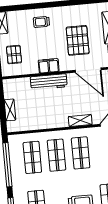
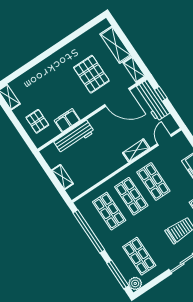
trolley: (41, 22) -> (47, 75), removed
filing cabinet: (49, 66) -> (67, 120), moved
workbench: (49, 82) -> (74, 137), moved

